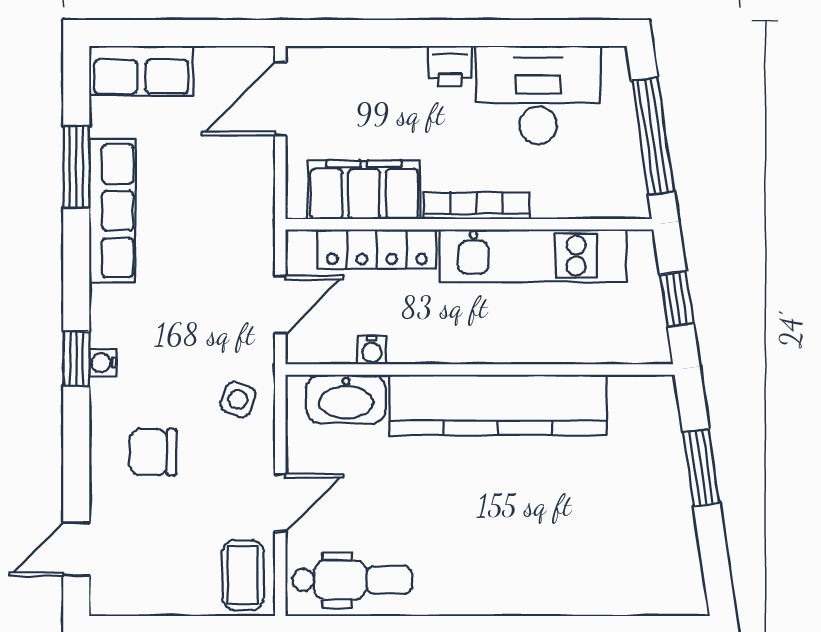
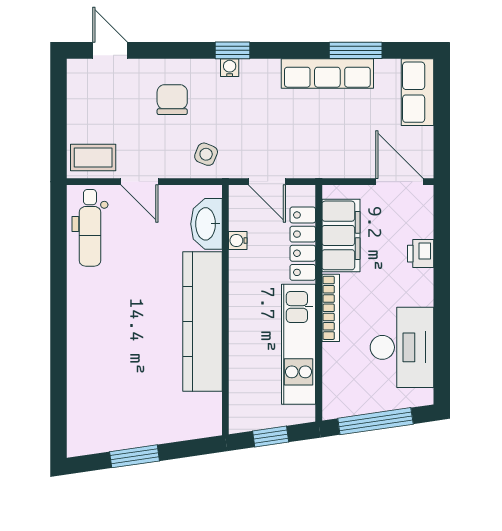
printer: (450, 66) -> (421, 254), moved
window: (701, 468) -> (135, 456), moved

